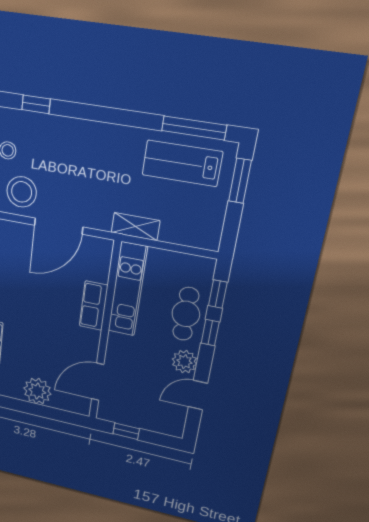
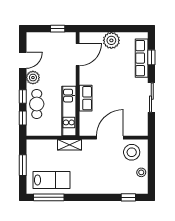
window: (240, 181) -> (23, 165), moved

